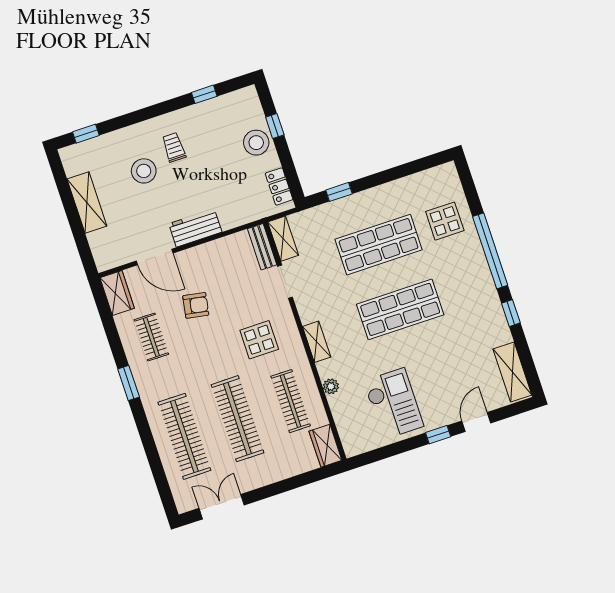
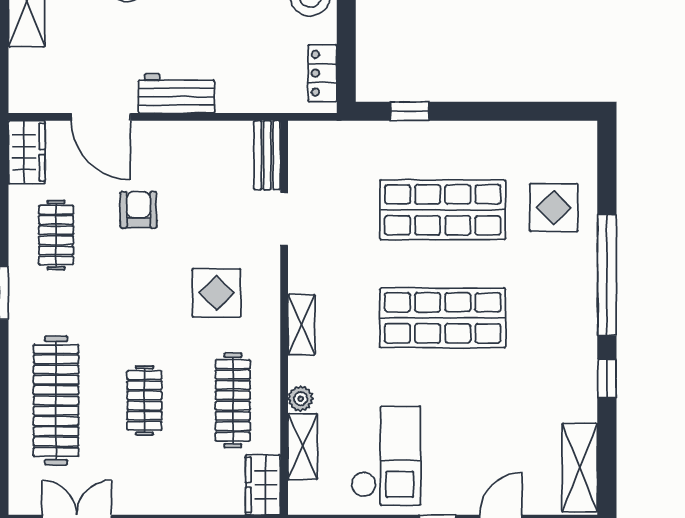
shelving: (283, 239) -> (303, 447), moved
armchair: (196, 305) -> (138, 210), turned -100
clothes rail: (237, 419) -> (144, 400), width x0.54, depth x0.76

